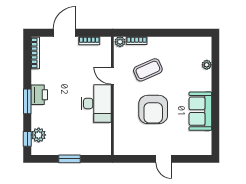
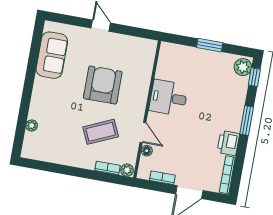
floor lamp: (106, 61) -> (147, 151), added
printer: (39, 95) -> (228, 143), moved
desk: (96, 103) -> (168, 98), width x0.73
sofa: (200, 111) -> (52, 55), moved
plant: (39, 135) -> (243, 67), moved

